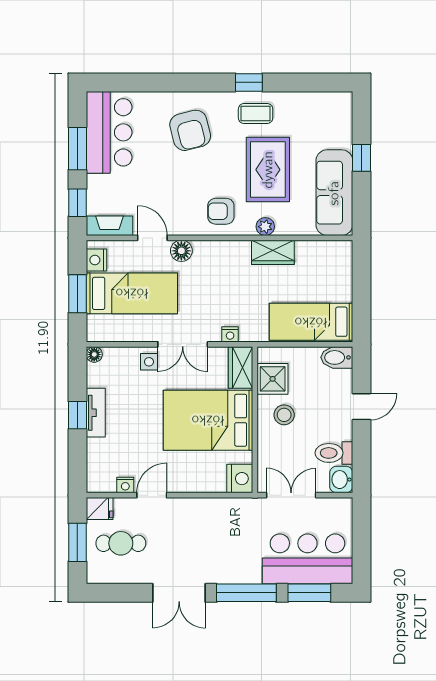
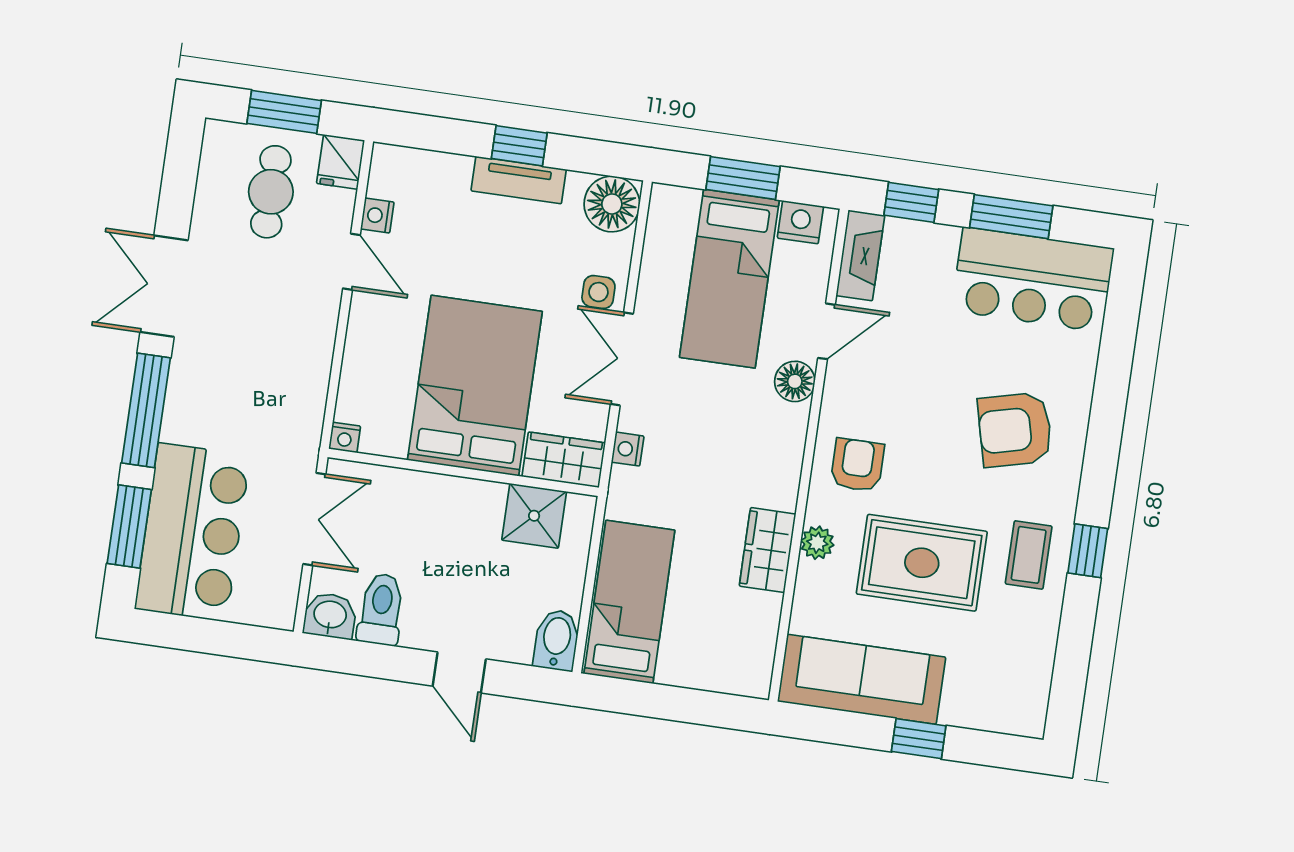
floor lamp: (94, 354) -> (612, 204), width x1.89, depth x1.89
stool: (284, 415) -> (465, 527), removed
nightstand: (240, 479) -> (345, 437), width x0.53, depth x0.56

